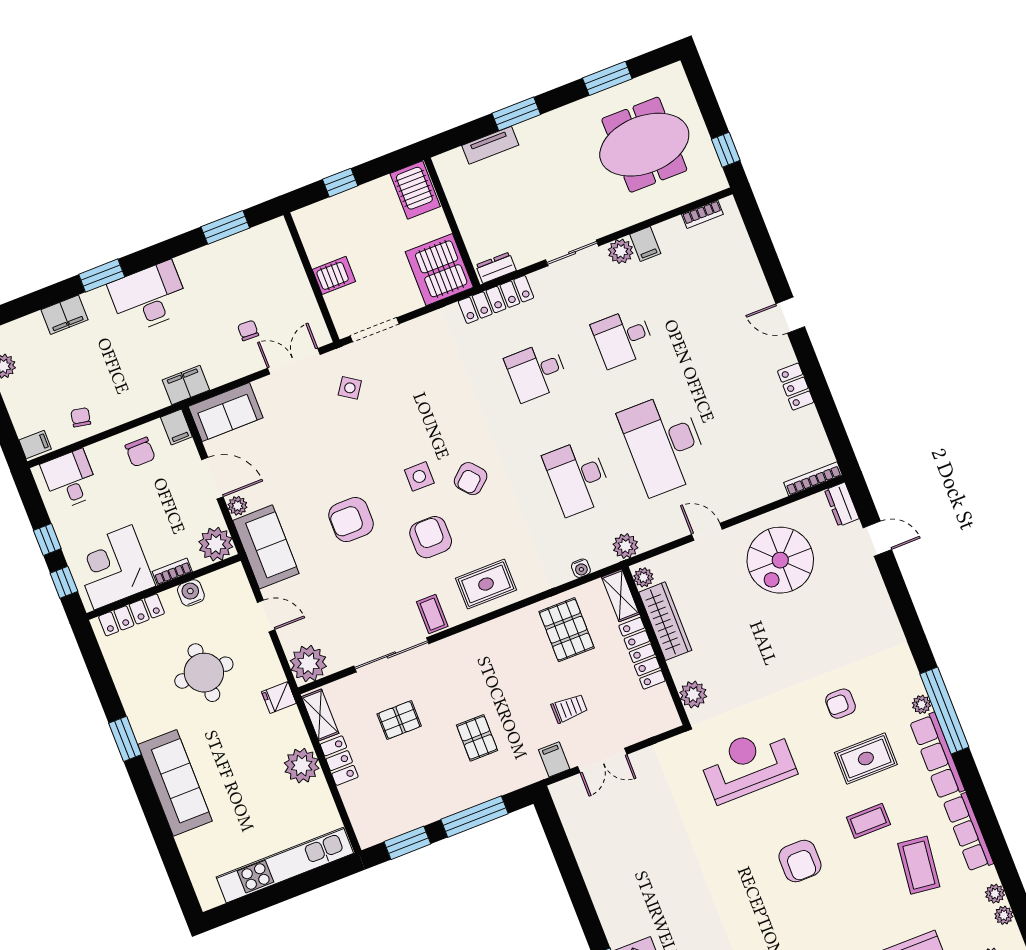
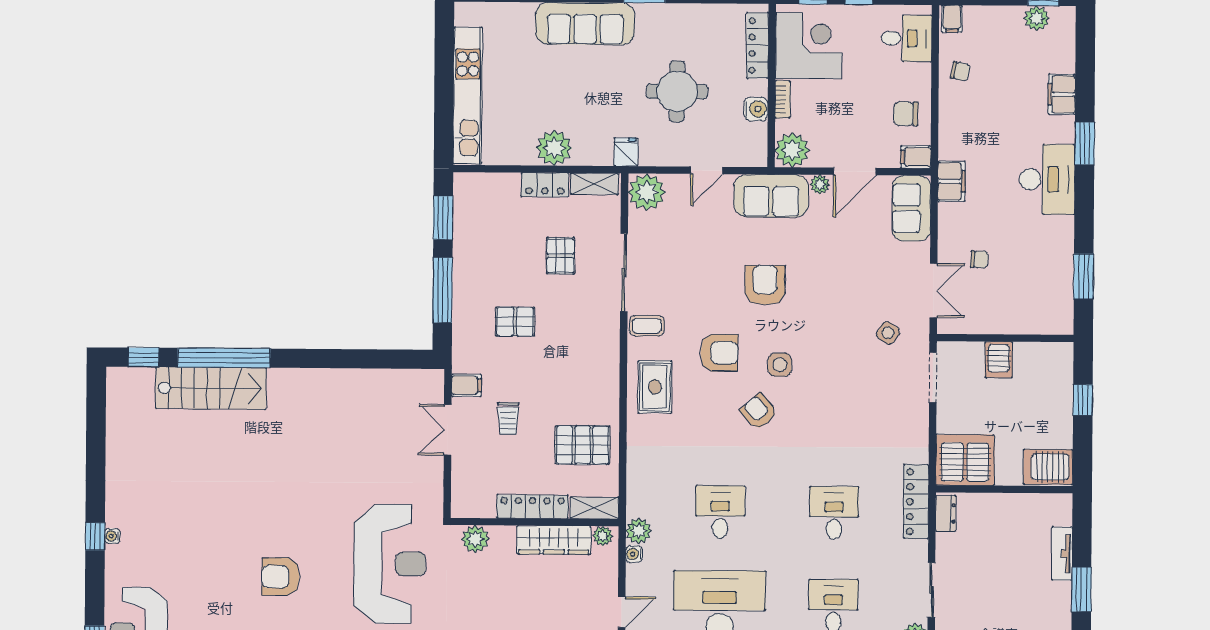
desk: (578, 477) -> (720, 512), width x0.73
water cooler: (581, 568) -> (634, 554), moved
reception desk: (748, 764) -> (390, 564), width x1.36, depth x1.30

